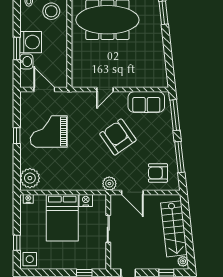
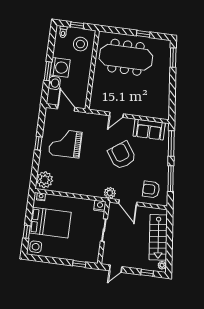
nightstand: (86, 200) -> (100, 206), moved
bed: (62, 218) -> (50, 223), moved, turned -90

